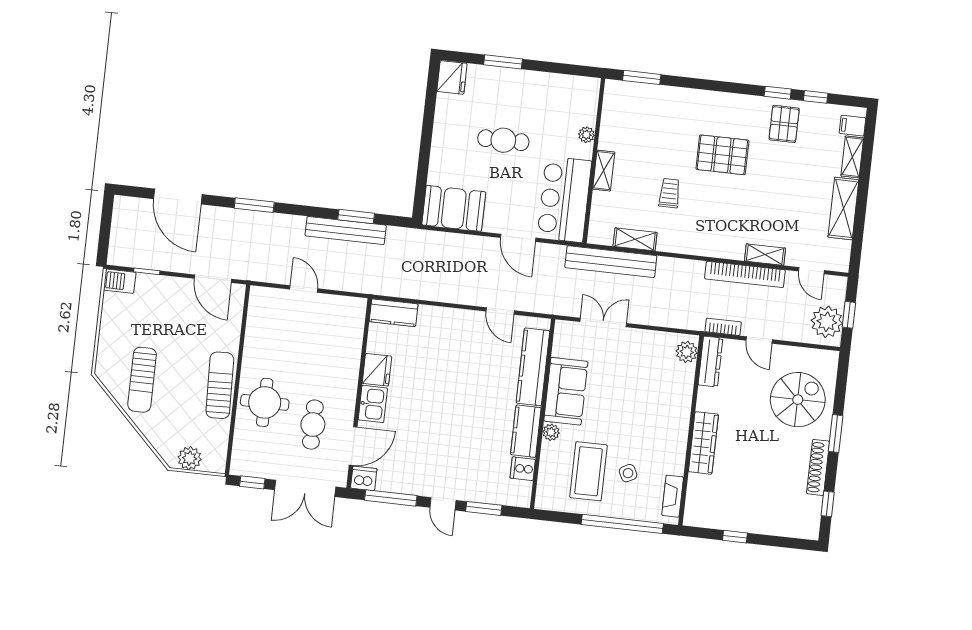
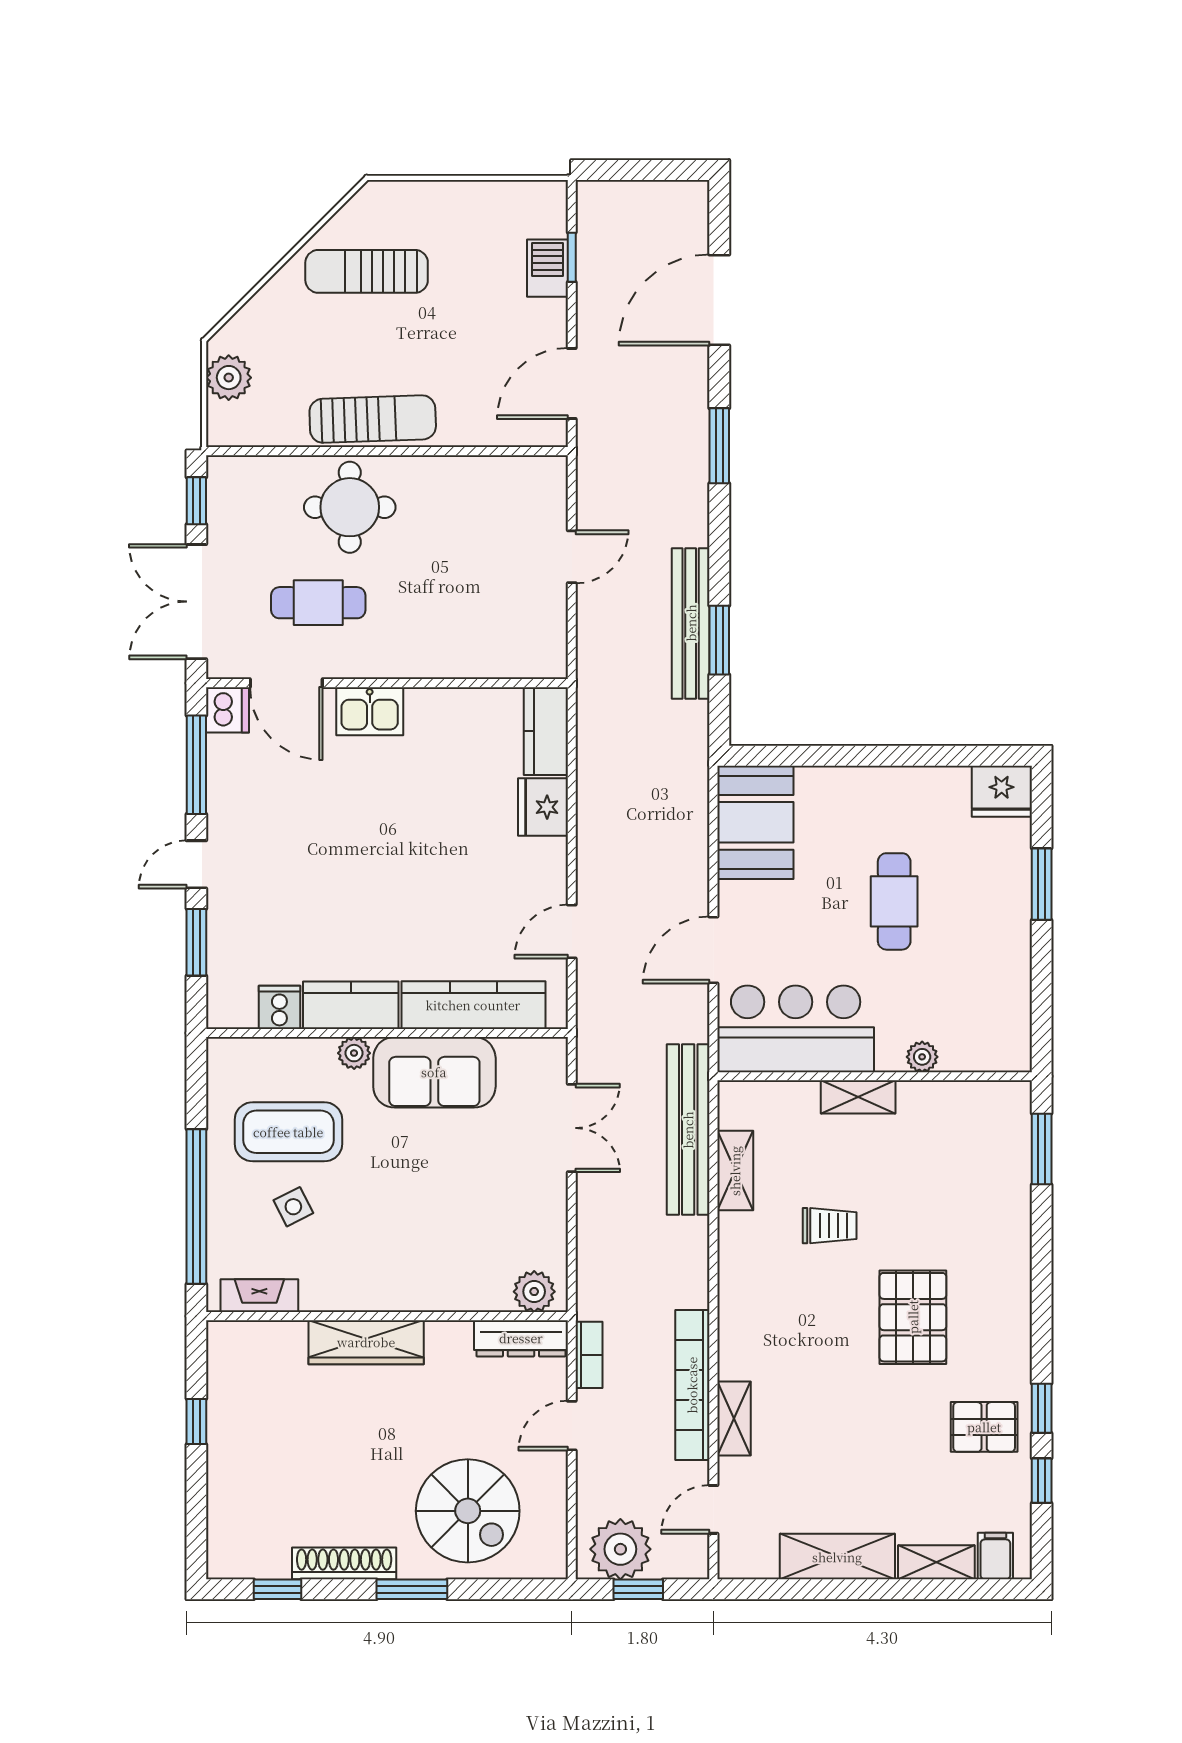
barbecue: (120, 281) -> (548, 268), moved
fridge: (377, 370) -> (543, 807), moved, turned 90

